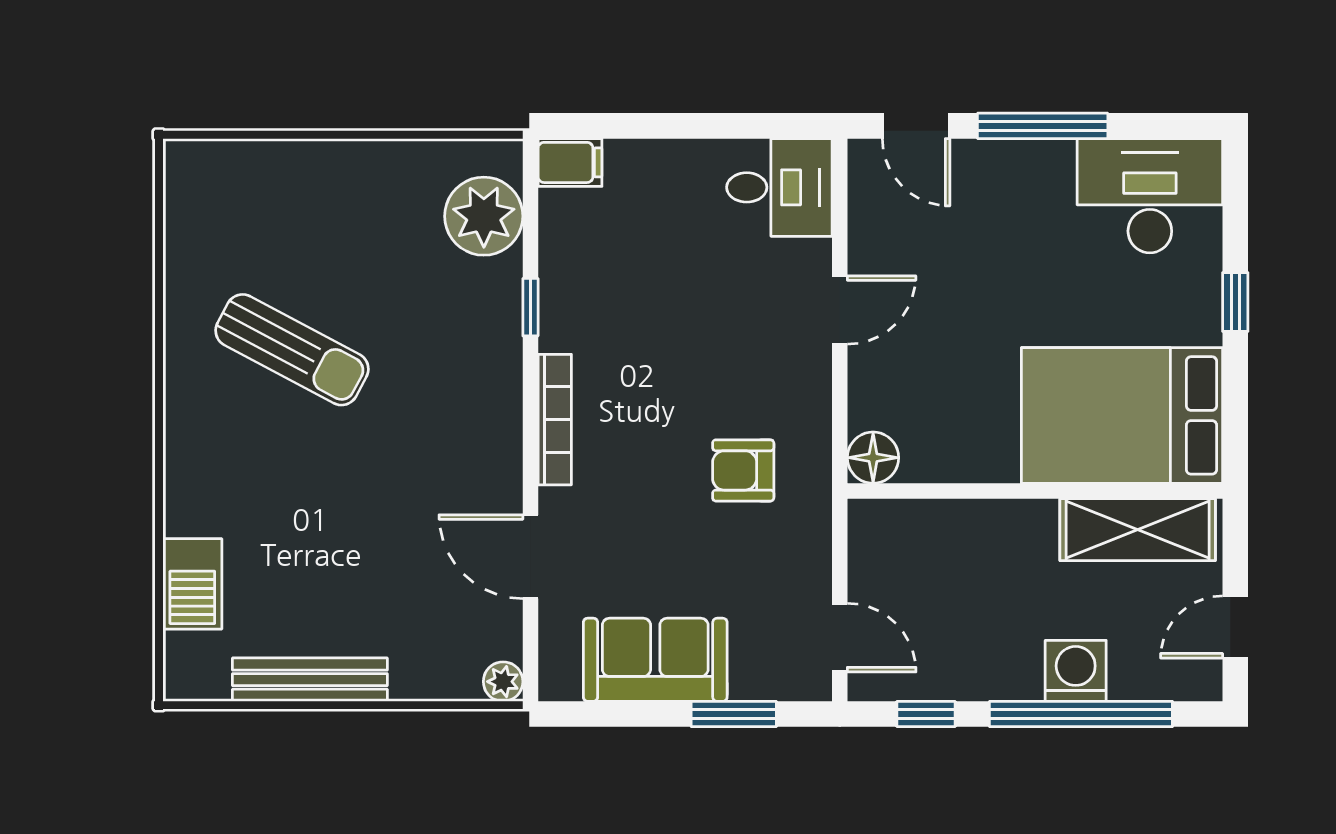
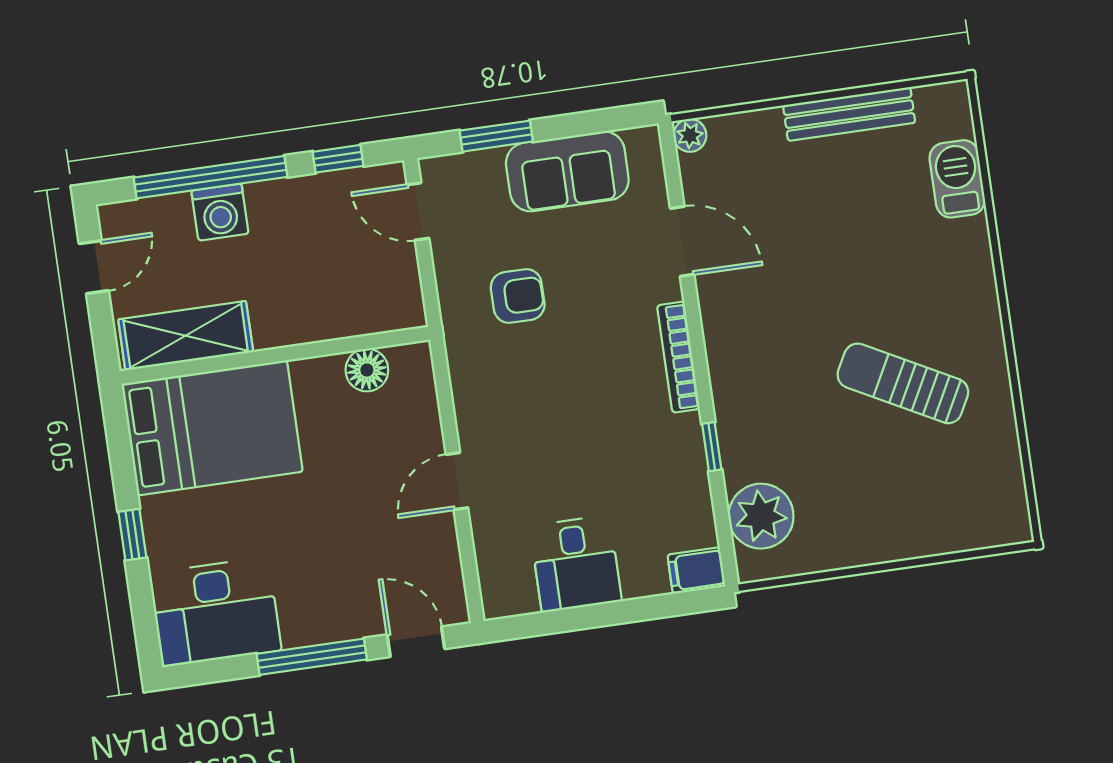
desk: (779, 187) -> (576, 564), moved, turned -90
floor lamp: (873, 458) -> (367, 370), moved
armchair: (743, 470) -> (518, 296), moved

